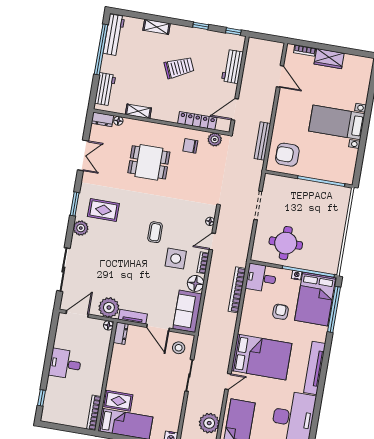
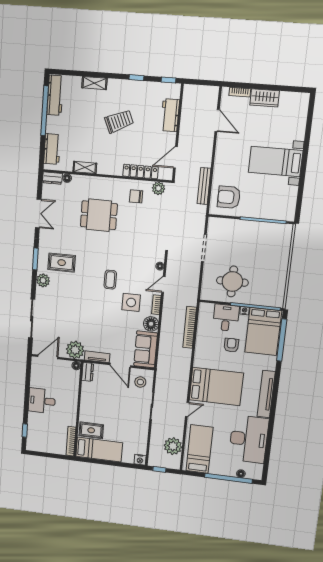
desk: (261, 278) -> (226, 318), moved, turned 90

